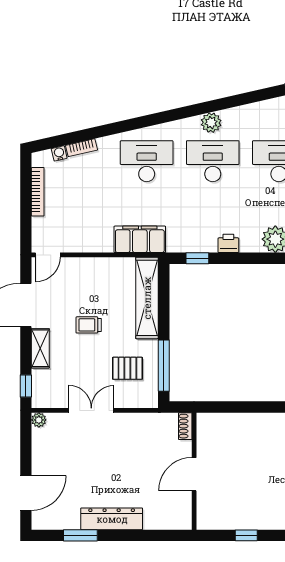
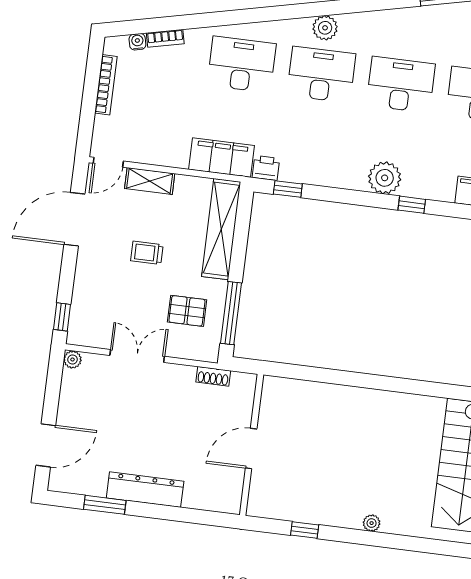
printer: (228, 243) -> (266, 168), moved
shelving: (40, 348) -> (150, 181), moved, turned 90
shoe rack: (185, 426) -> (213, 376), moved, turned -90

